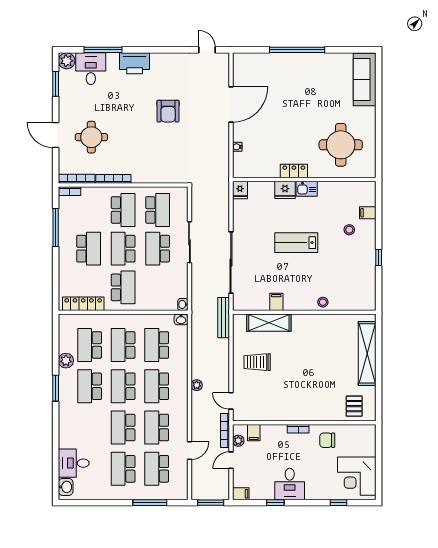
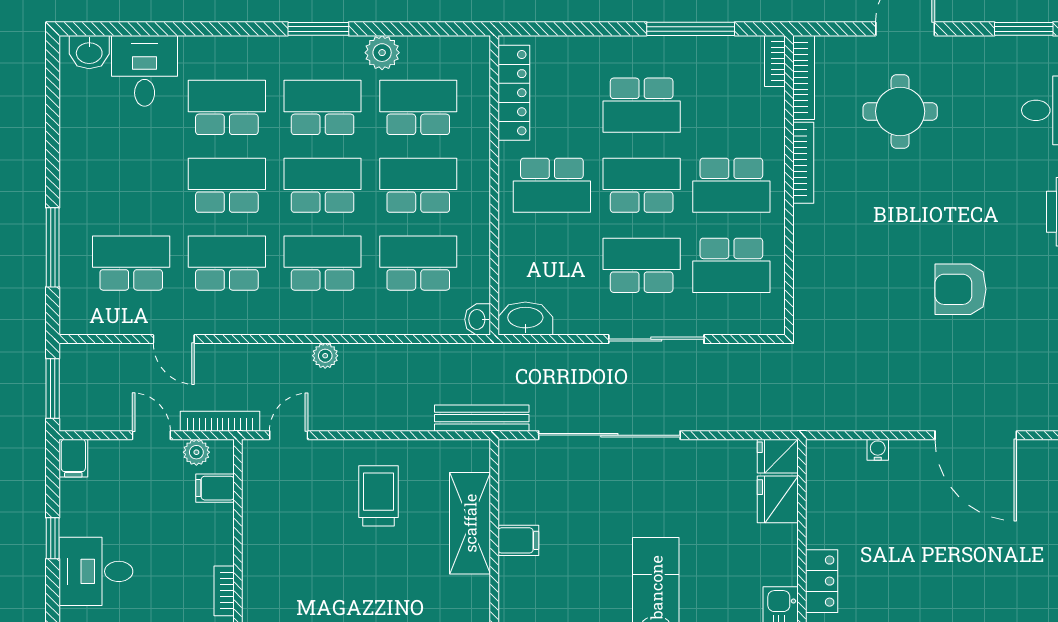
fridge: (285, 190) -> (778, 499), moved
washbasin: (183, 304) -> (525, 319), width x1.91, depth x1.45
school desk: (123, 469) -> (227, 107), moved

